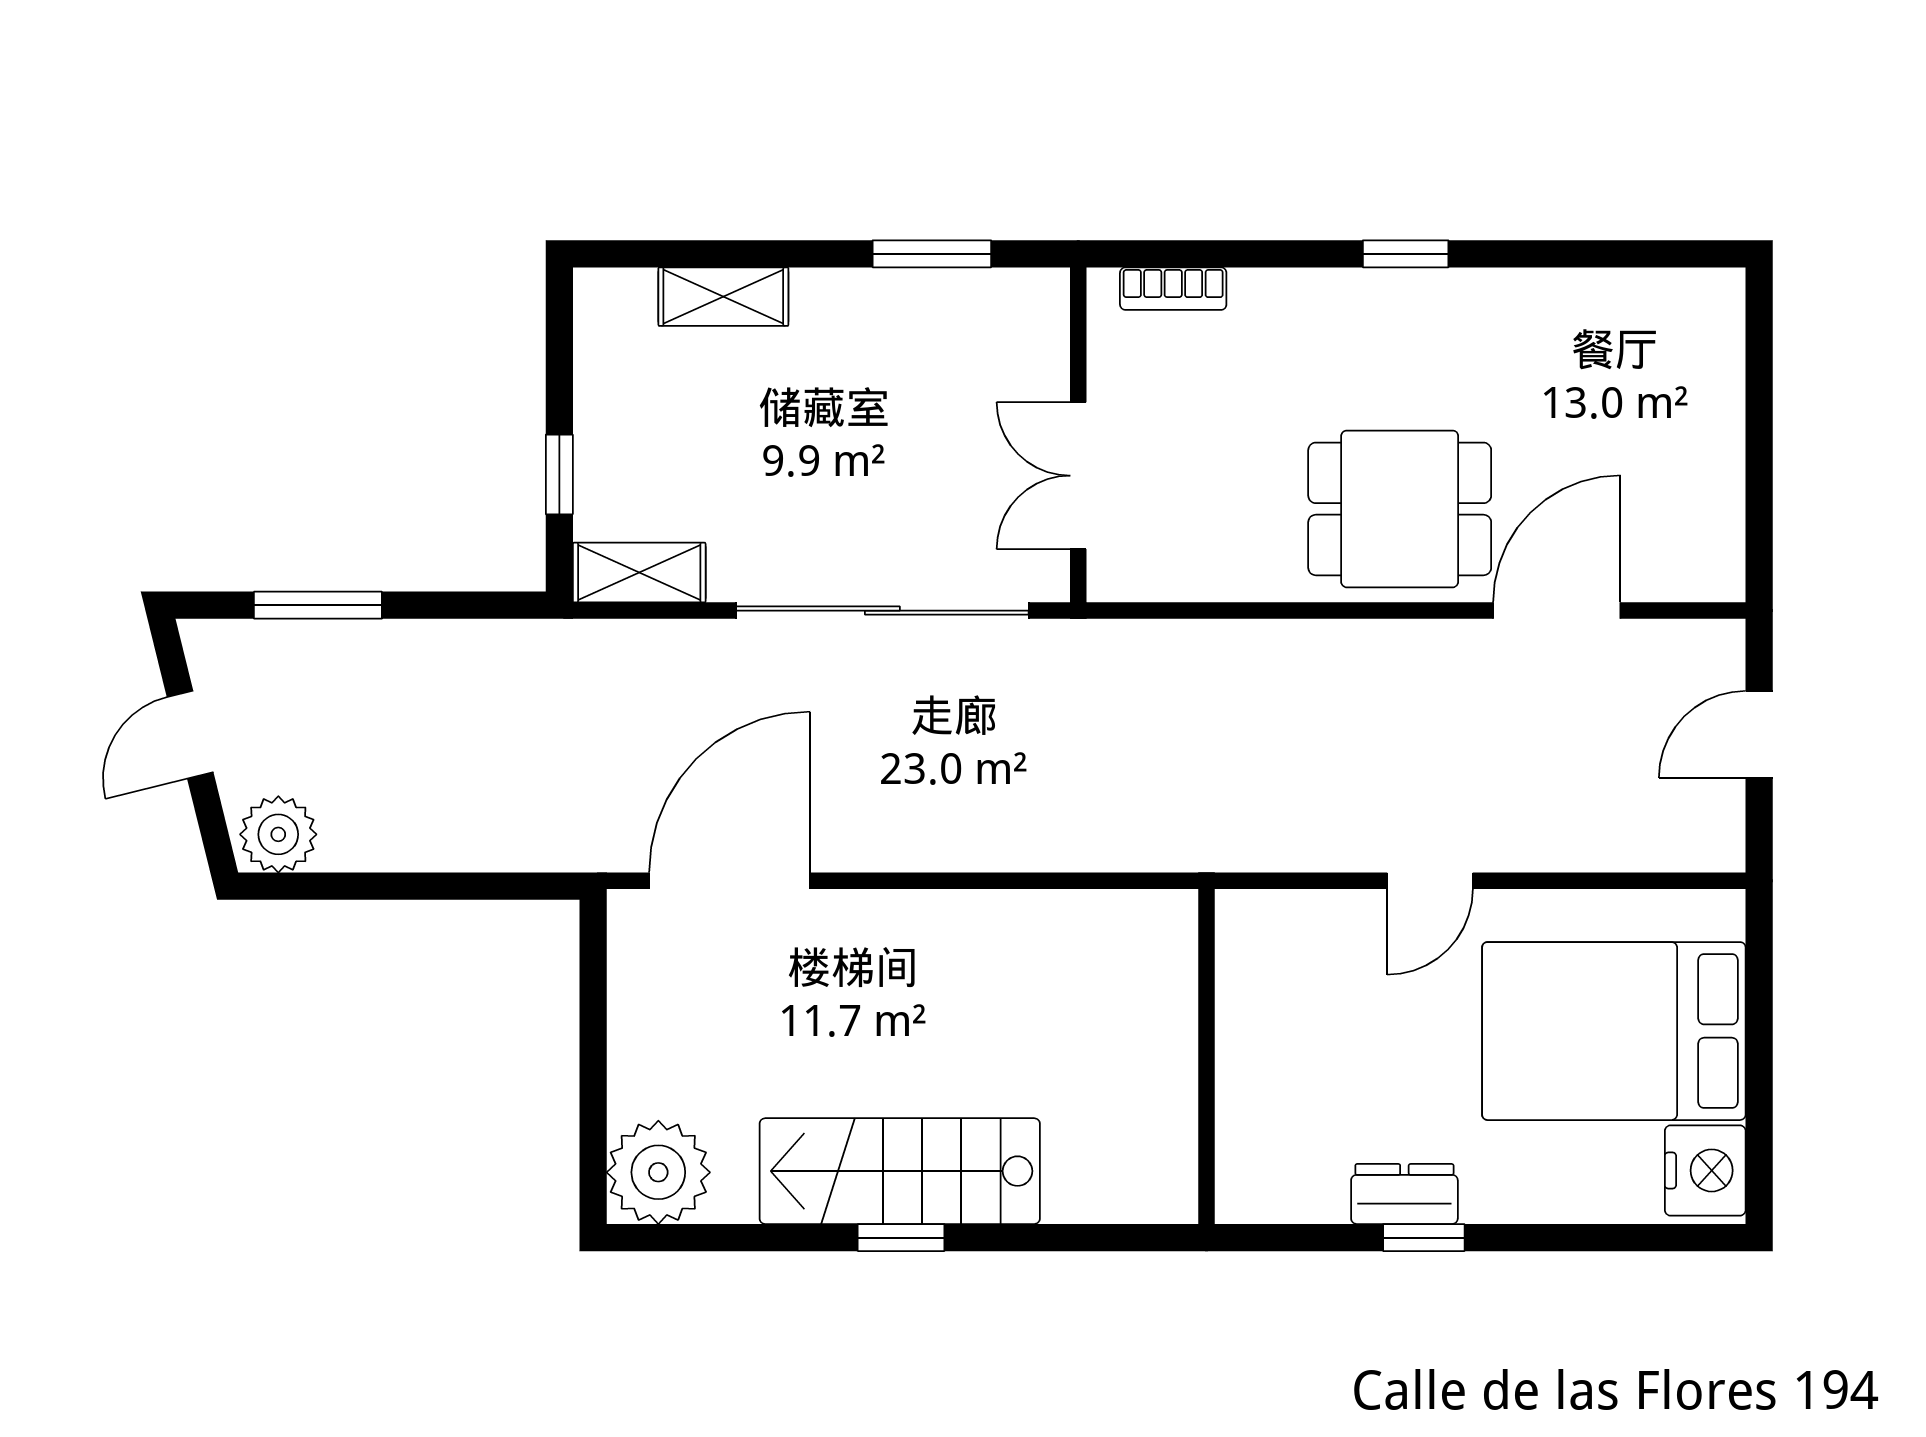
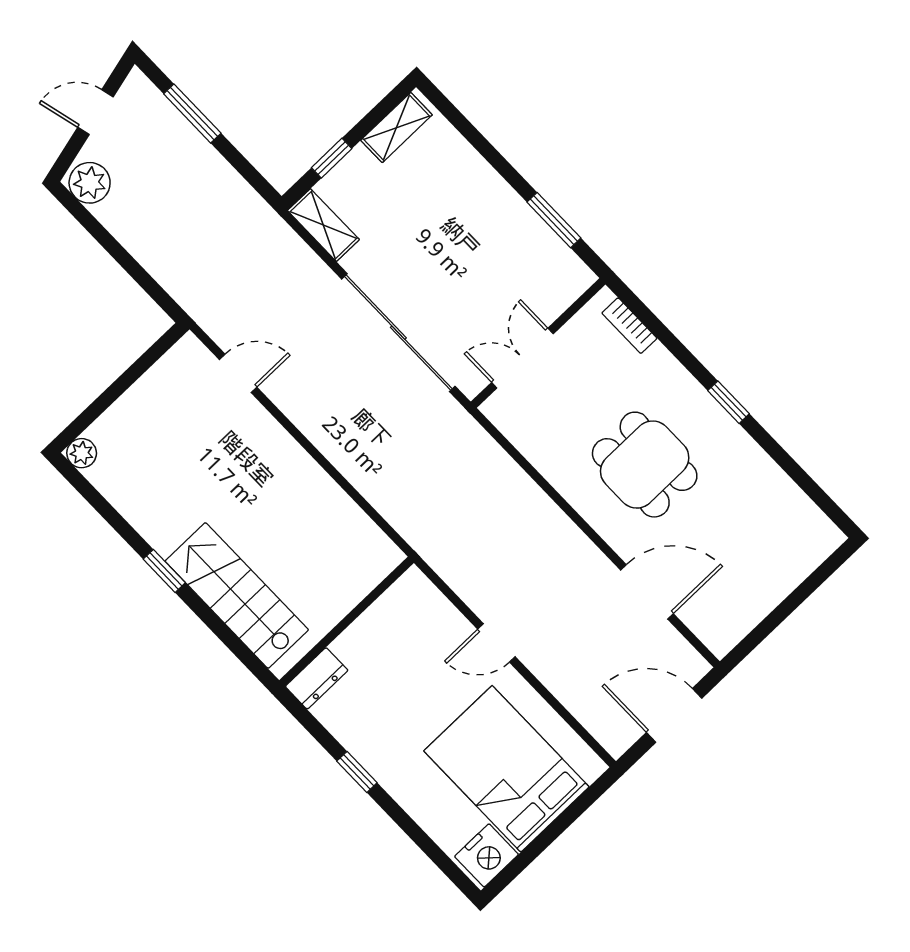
shelving: (723, 297) -> (396, 128), moved, turned 90
dining table: (1400, 509) -> (645, 465), moved
door: (1759, 734) -> (674, 715), width x1.38
door: (730, 881) -> (238, 373), width x0.53
stairs: (900, 1171) -> (237, 595), moved
plant: (658, 1172) -> (82, 453), width x0.53, depth x0.53
dresser: (1404, 1194) -> (317, 678), moved, turned 90

